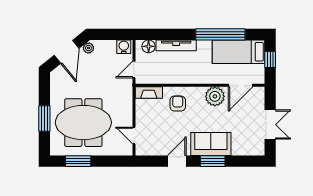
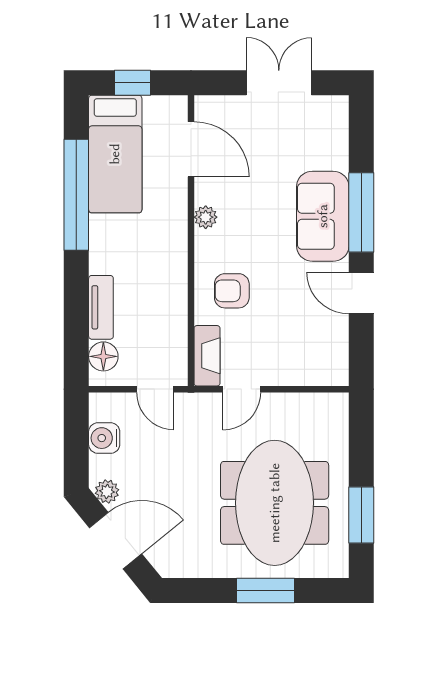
tv unit: (176, 45) -> (101, 307), width x0.71
water cooler: (124, 47) -> (104, 438), moved
plant: (215, 96) -> (206, 217), width x0.53, depth x0.53
door: (134, 136) -> (242, 389), moved
window: (213, 161) -> (361, 212), width x1.44

